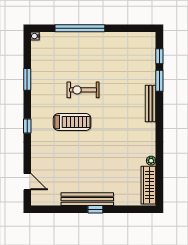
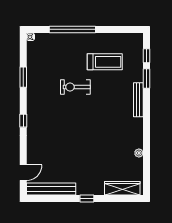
treadmill: (72, 122) -> (105, 62), moved
door: (27, 182) -> (23, 173), hinge flipped
wardrobe: (148, 185) -> (122, 188), moved, turned 90
bench: (87, 199) -> (51, 189), moved

